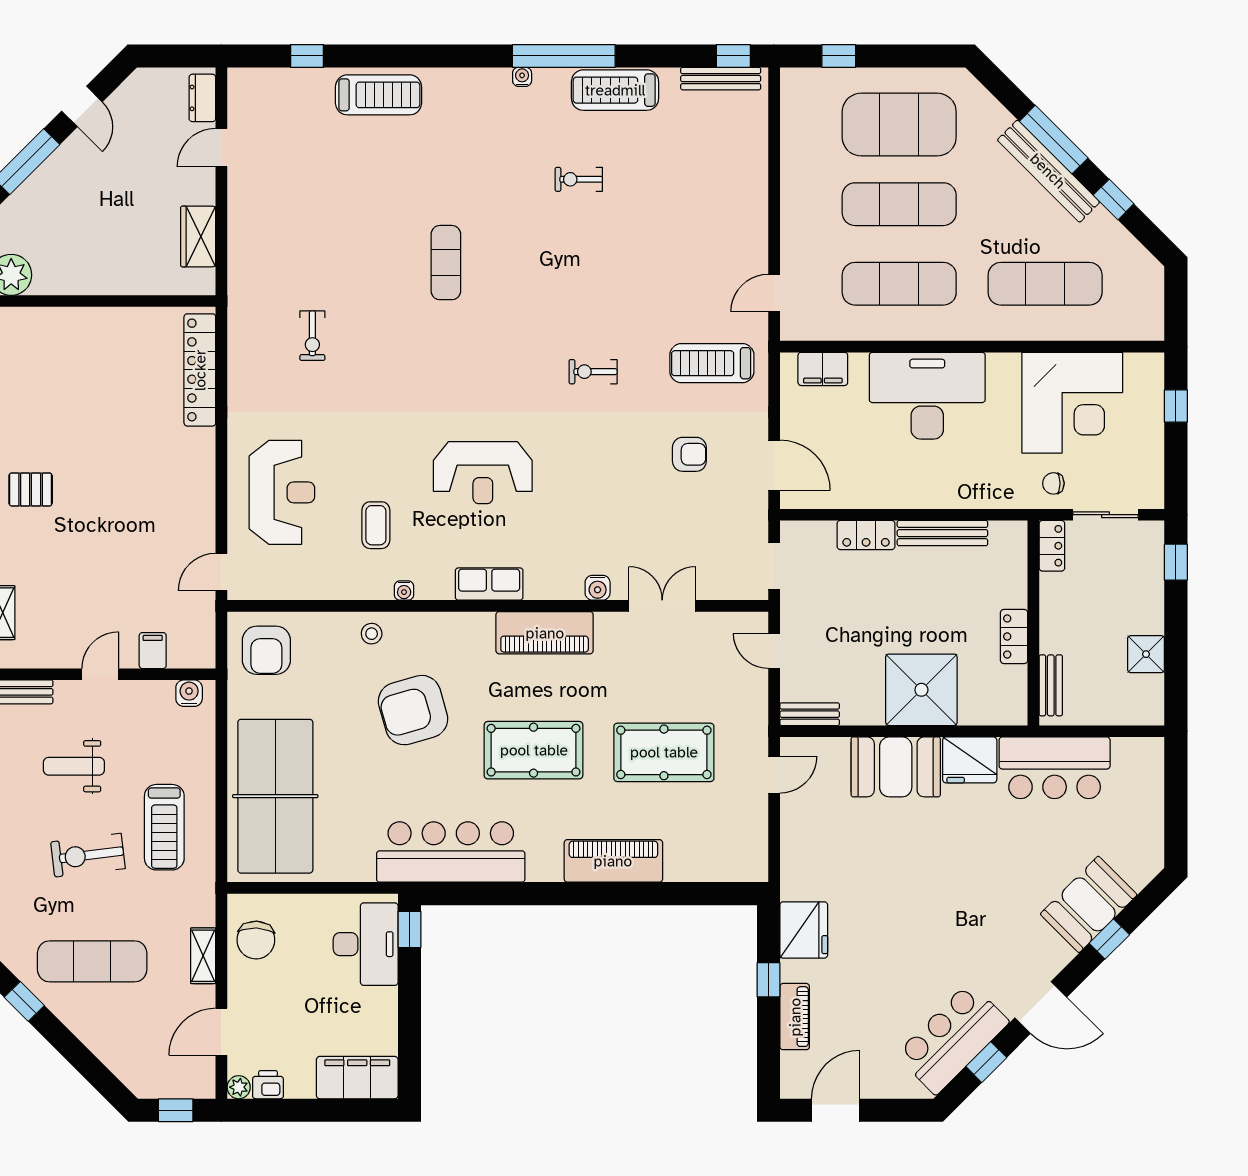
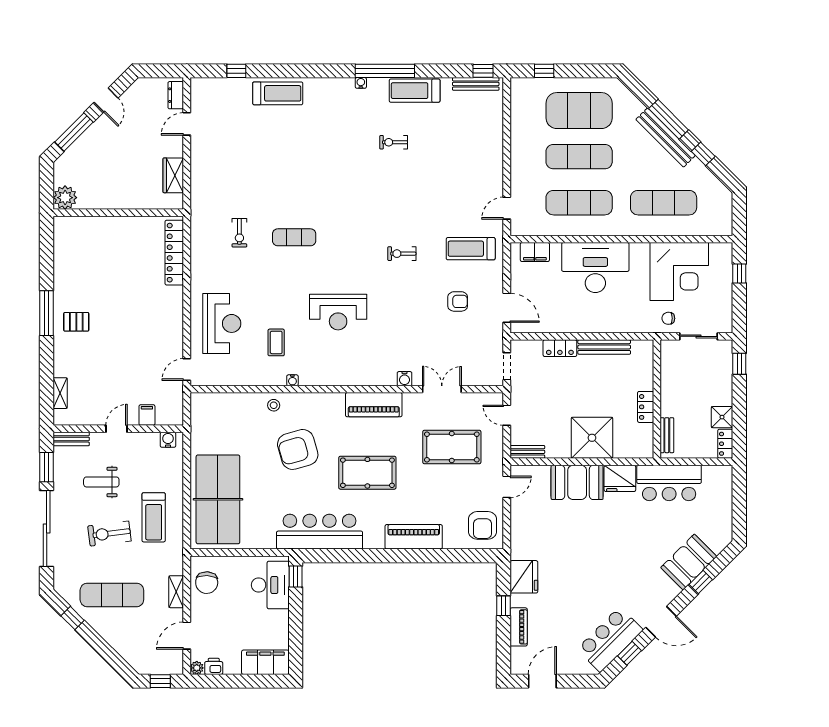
exercise mat: (446, 263) -> (294, 237), moved, turned 90
locker: (1052, 546) -> (725, 444), moved, turned 180
row of seats: (489, 584) -> (342, 377), removed
armchair: (266, 650) -> (483, 525), moved
pool table: (664, 752) -> (452, 447), moved

